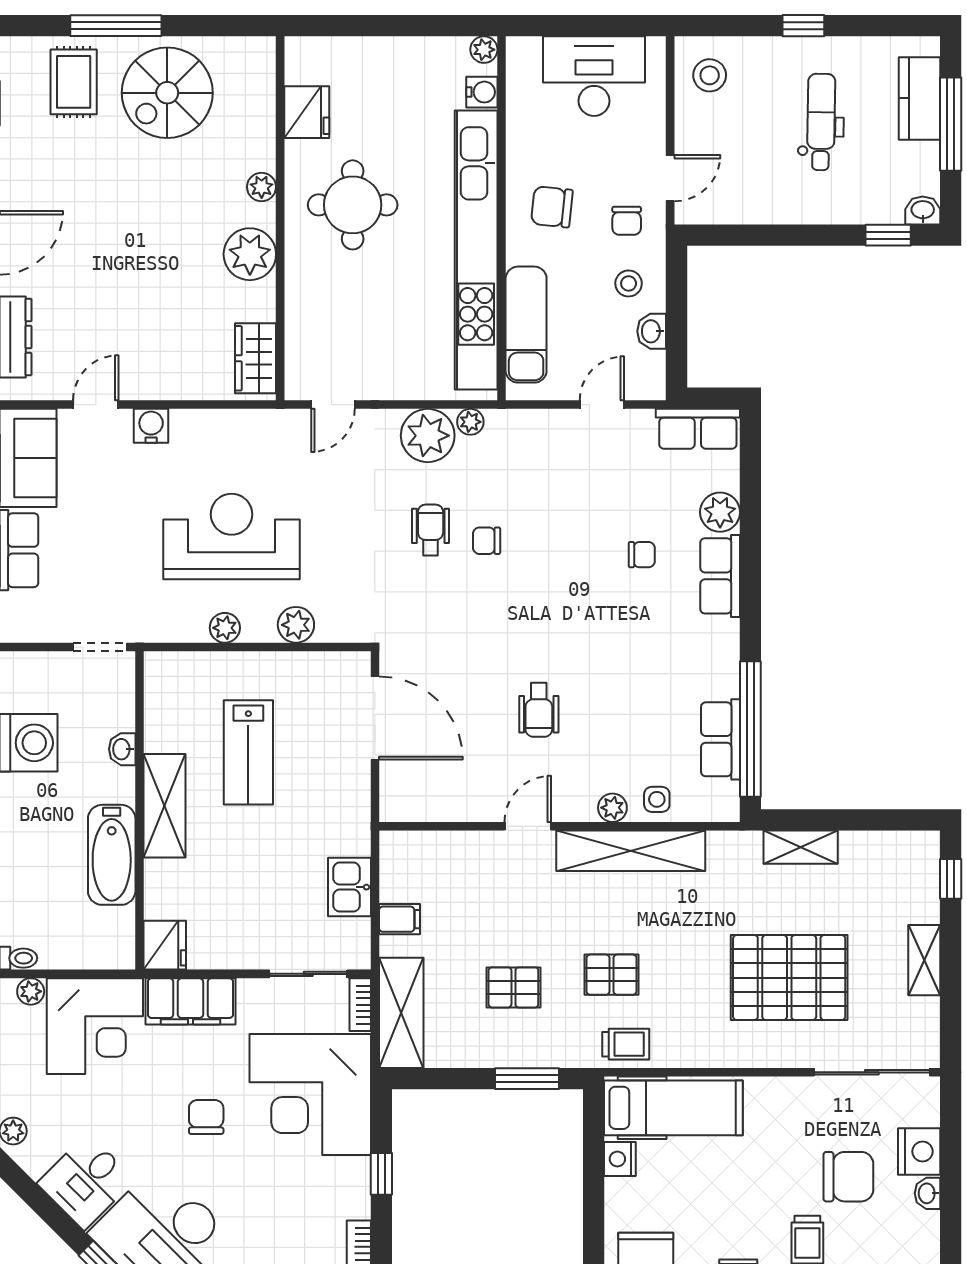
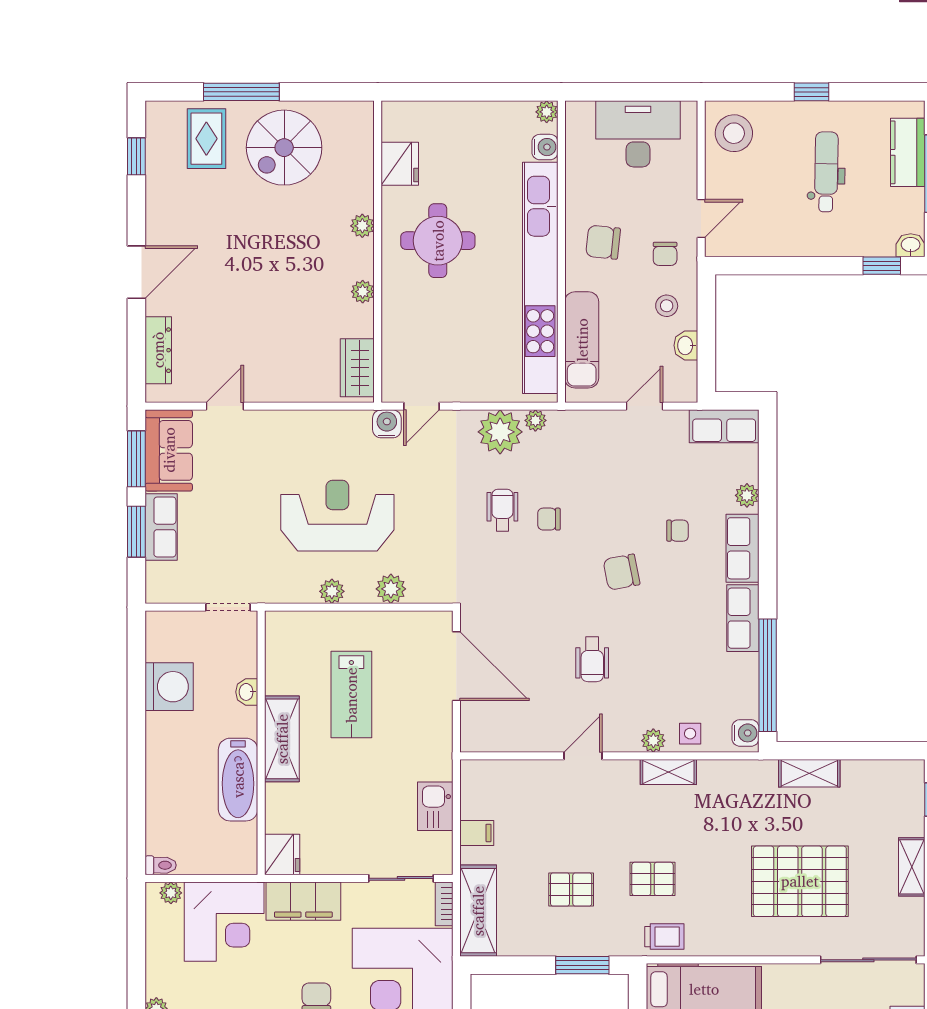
stool: (710, 75) -> (734, 133), width x1.38, depth x1.38
plant: (250, 254) -> (363, 292), width x0.53, depth x0.53
water cooler: (151, 426) -> (387, 424), moved
plant: (720, 512) -> (747, 495), width x0.73, depth x0.73
chair: (574, 605) -> (622, 572), added
row of seats: (720, 739) -> (743, 618), moved
water cooler: (724, 799) -> (745, 733), added
shelving: (631, 851) -> (668, 772), width x0.45, depth x0.75

